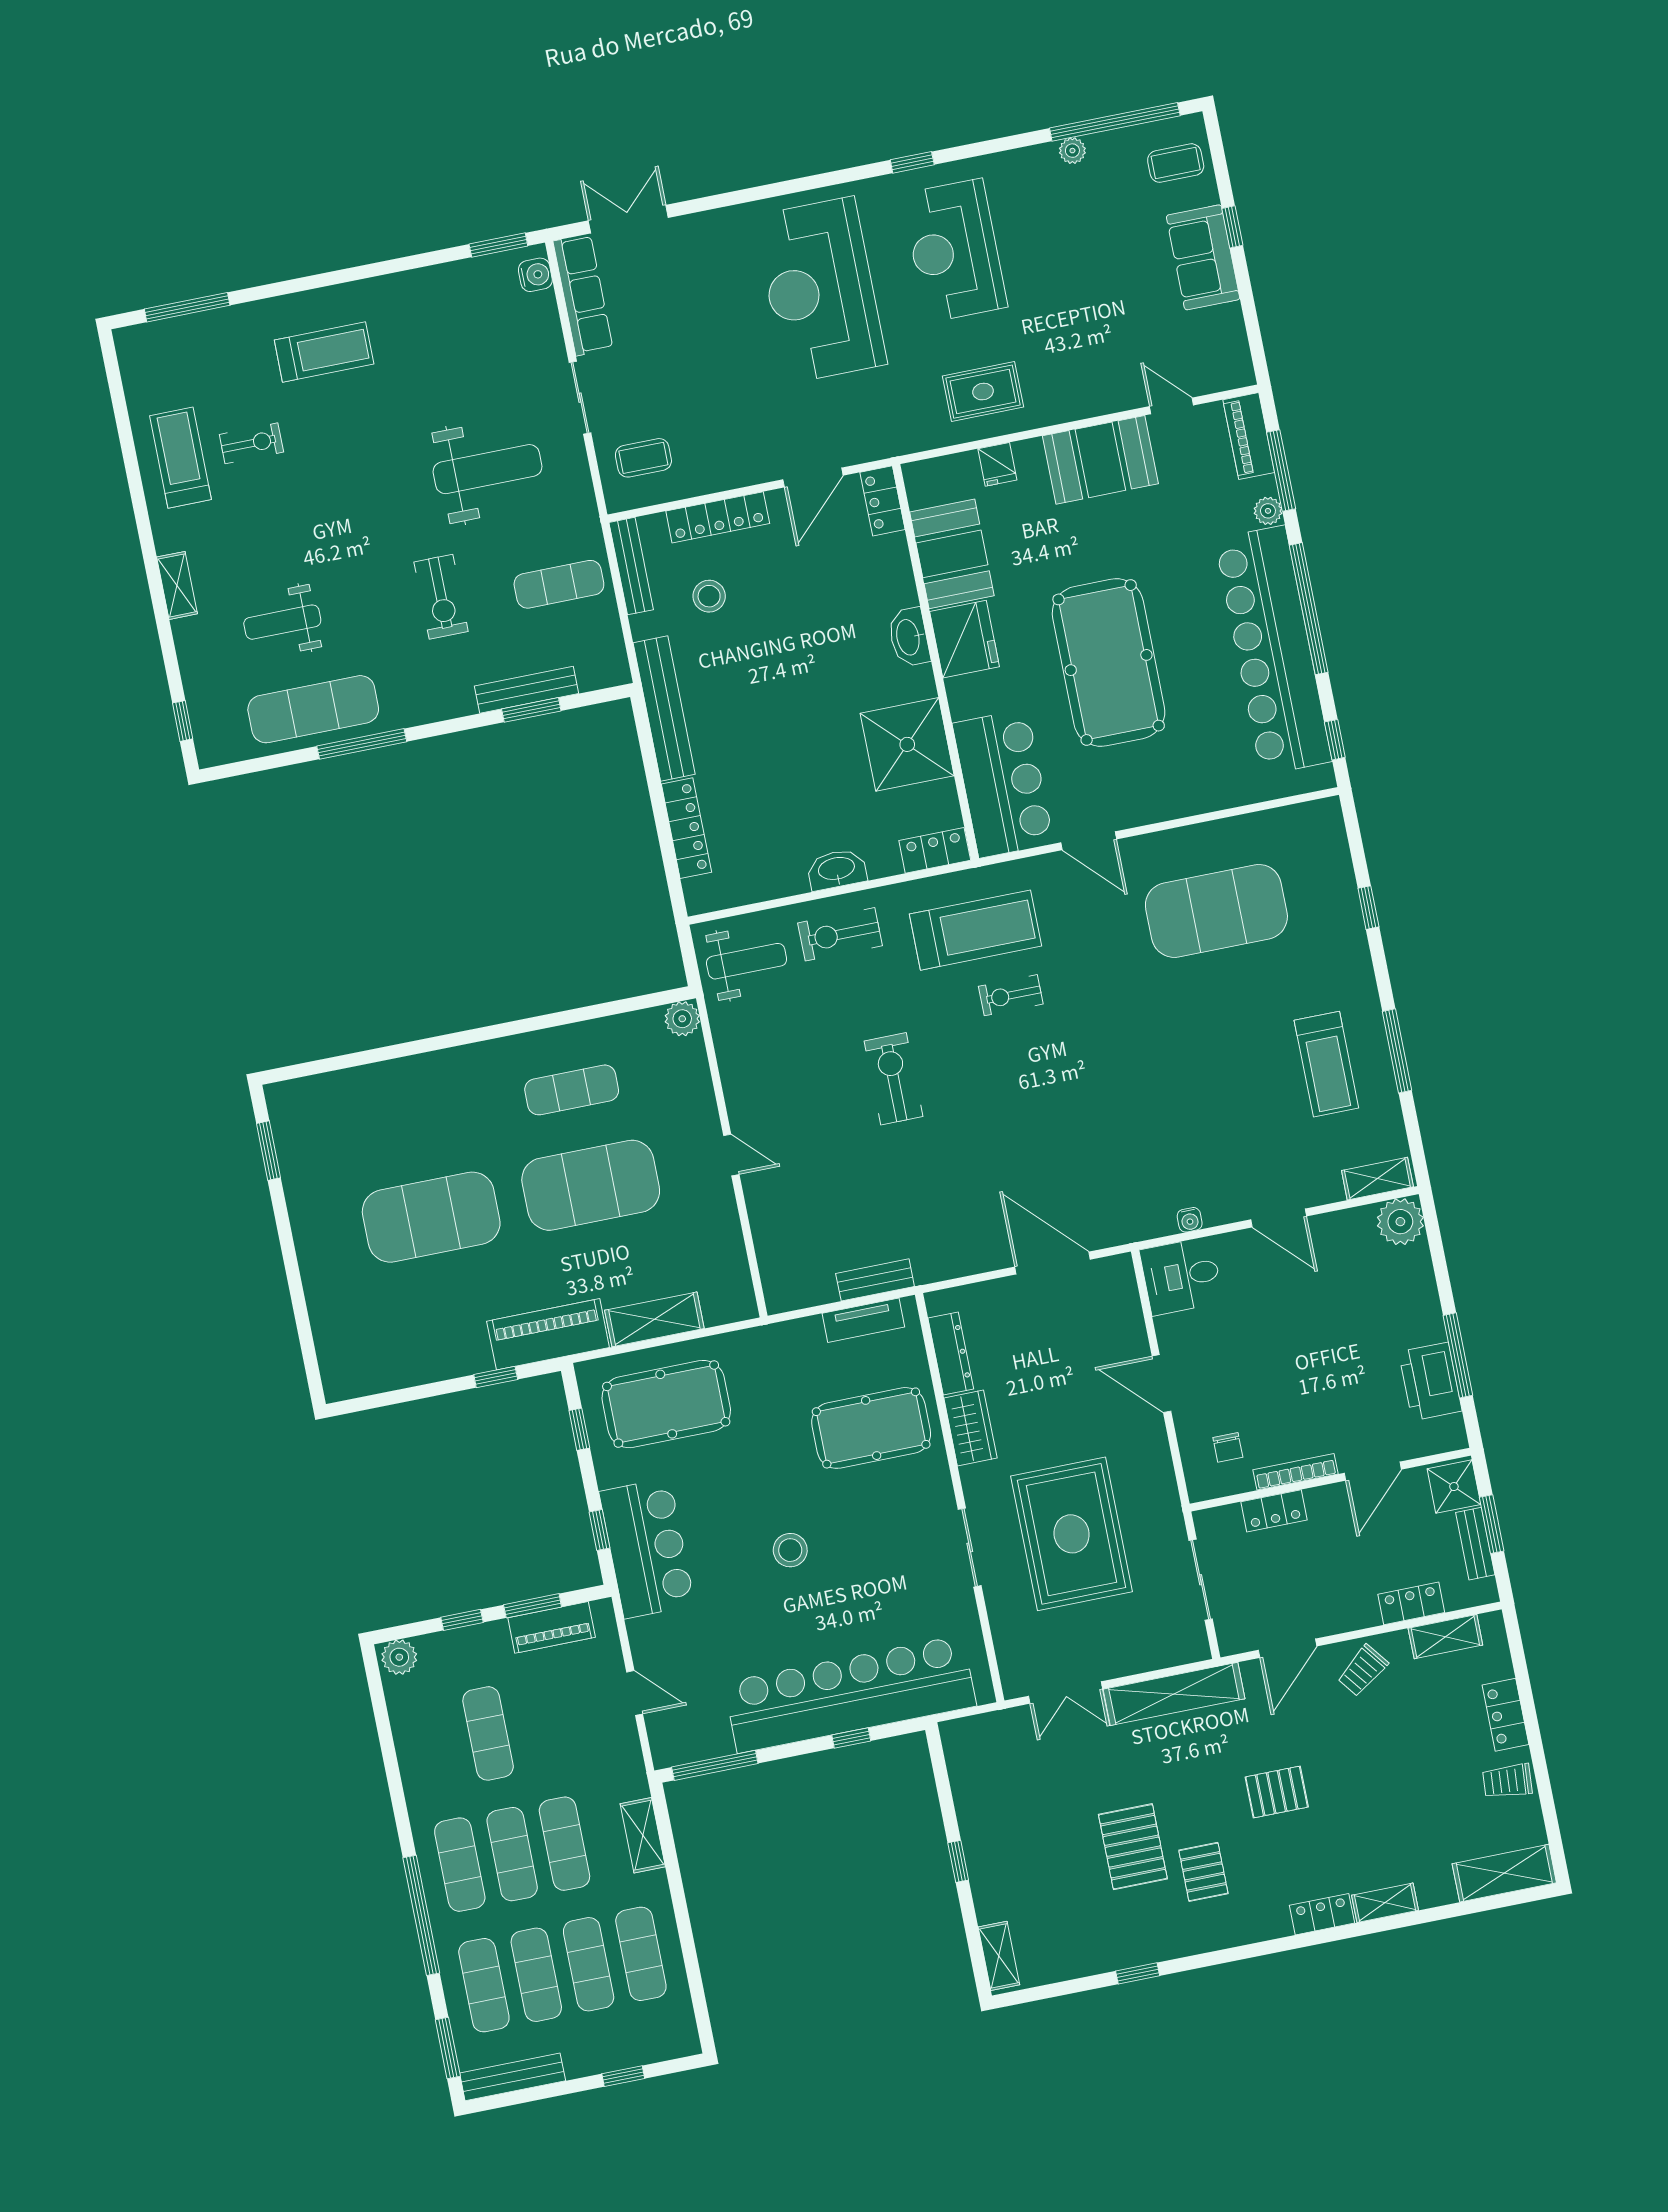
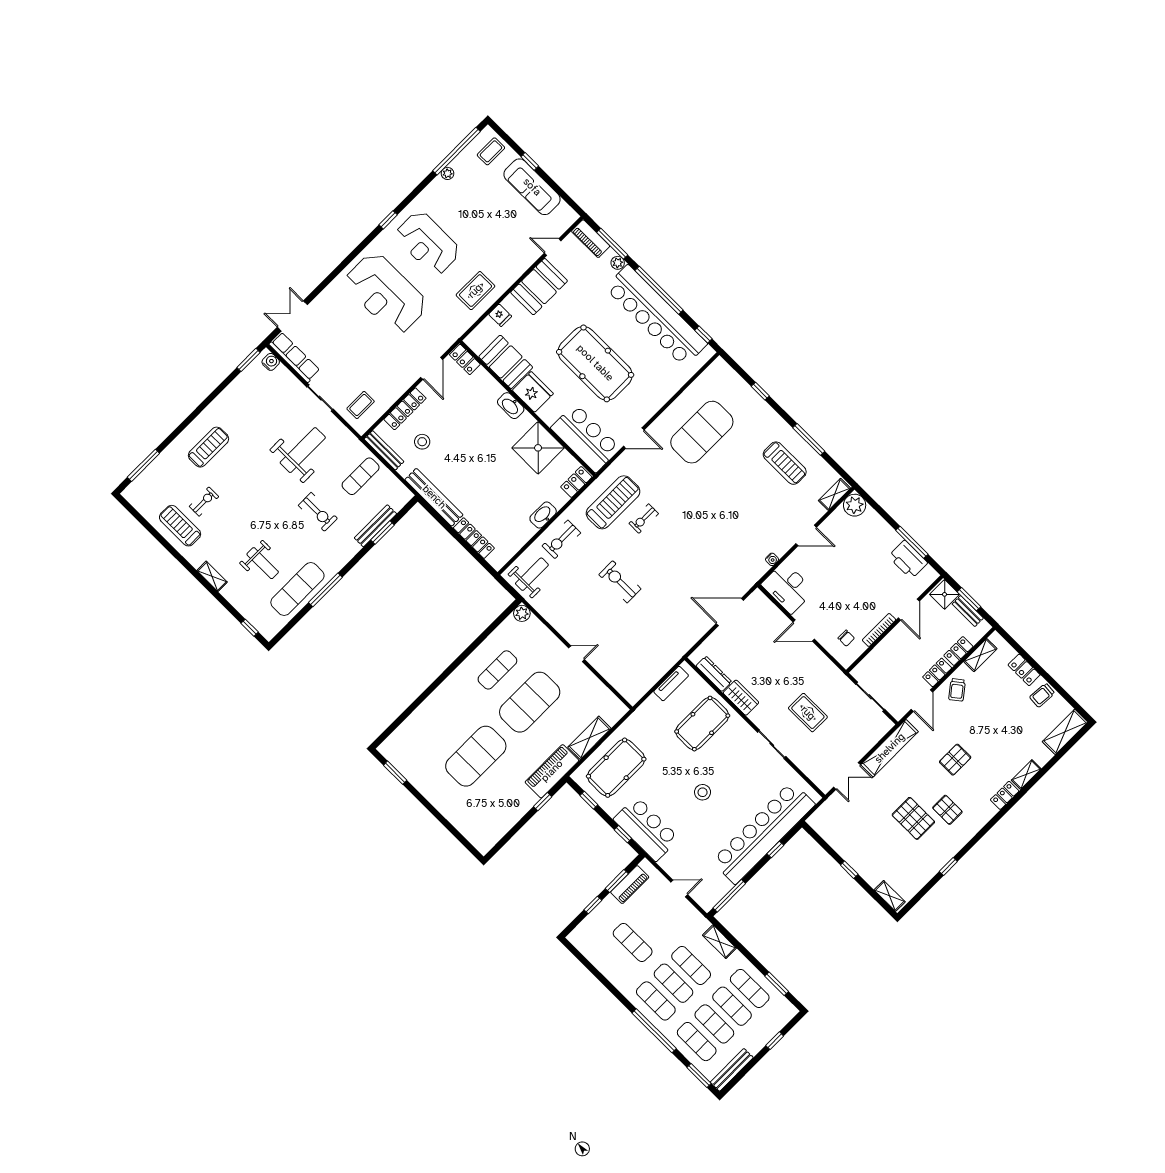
sofa: (1203, 257) -> (532, 187), width x1.36
weight bench: (282, 622) -> (263, 563), turned -90
desk: (1181, 1276) -> (788, 588), width x1.37
bench: (875, 1280) -> (665, 665), removed
locker: (1274, 1511) -> (937, 672), moved, turned 180
rug: (1072, 1534) -> (808, 713), width x0.54, depth x0.49
plant: (399, 1657) -> (578, 936), removed
window: (694, 1978) -> (777, 984), added

